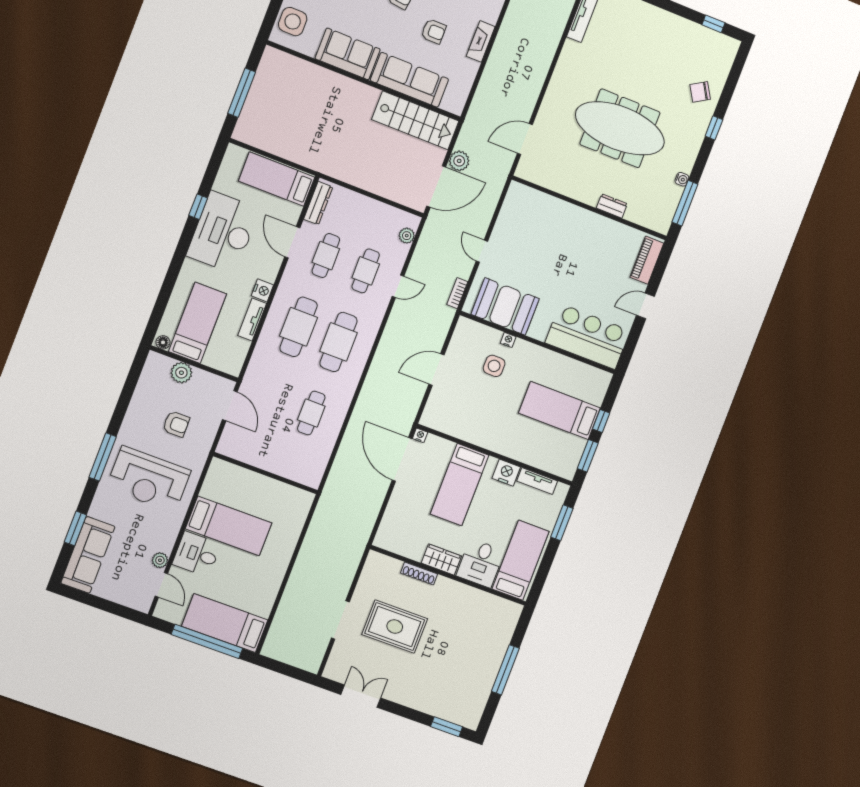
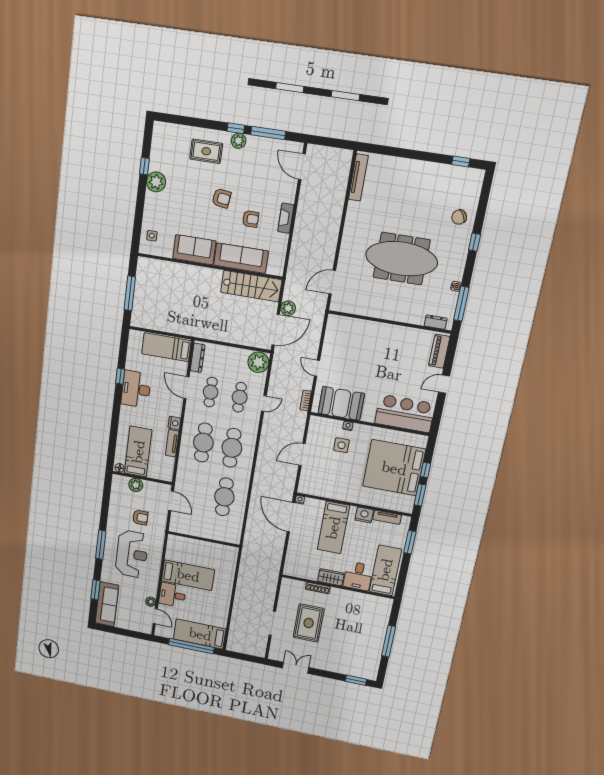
side table: (293, 22) -> (152, 236), width x0.54, depth x0.54
dresser: (612, 206) -> (436, 322), moved
desk: (223, 232) -> (136, 389), width x0.73, depth x0.77
plant: (407, 236) -> (258, 362), width x1.88, depth x1.88
bed: (560, 411) -> (394, 468), width x2.04
cafe table: (311, 413) -> (224, 497), width x1.37, depth x1.35
reception desk: (149, 479) -> (132, 554), turned -90
rug: (395, 627) -> (309, 623), turned 90

